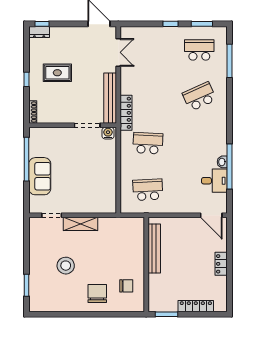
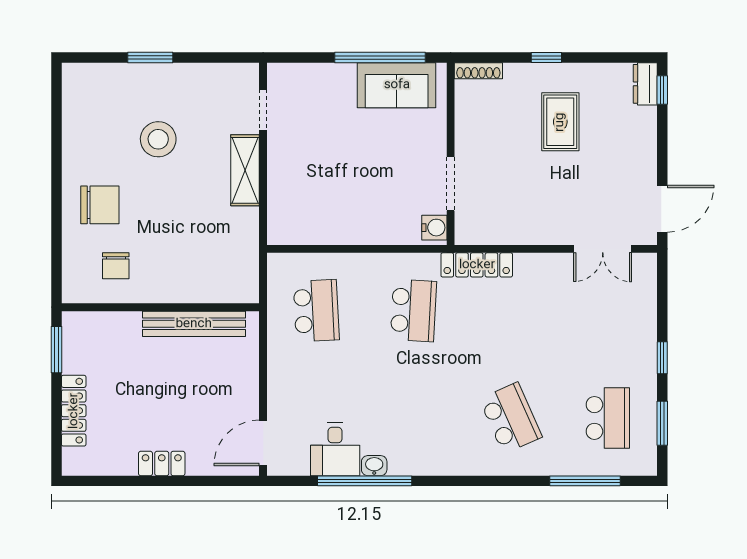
bench: (110, 98) -> (507, 232), removed
sofa: (40, 176) -> (397, 85), moved
window: (26, 285) -> (150, 58), moved

